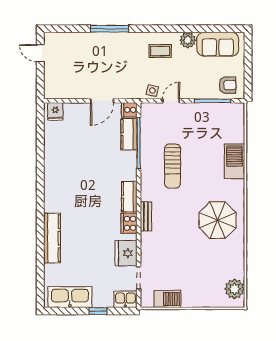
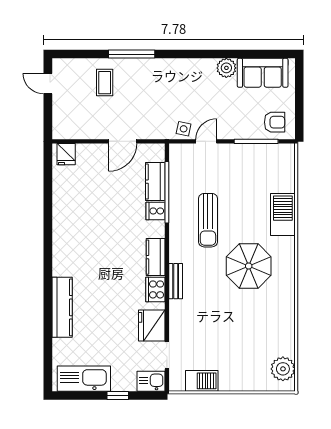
coffee table: (160, 51) -> (105, 83), moved, turned 90
cooker: (129, 110) -> (156, 211), moved
parasol: (218, 220) -> (249, 266), moved

